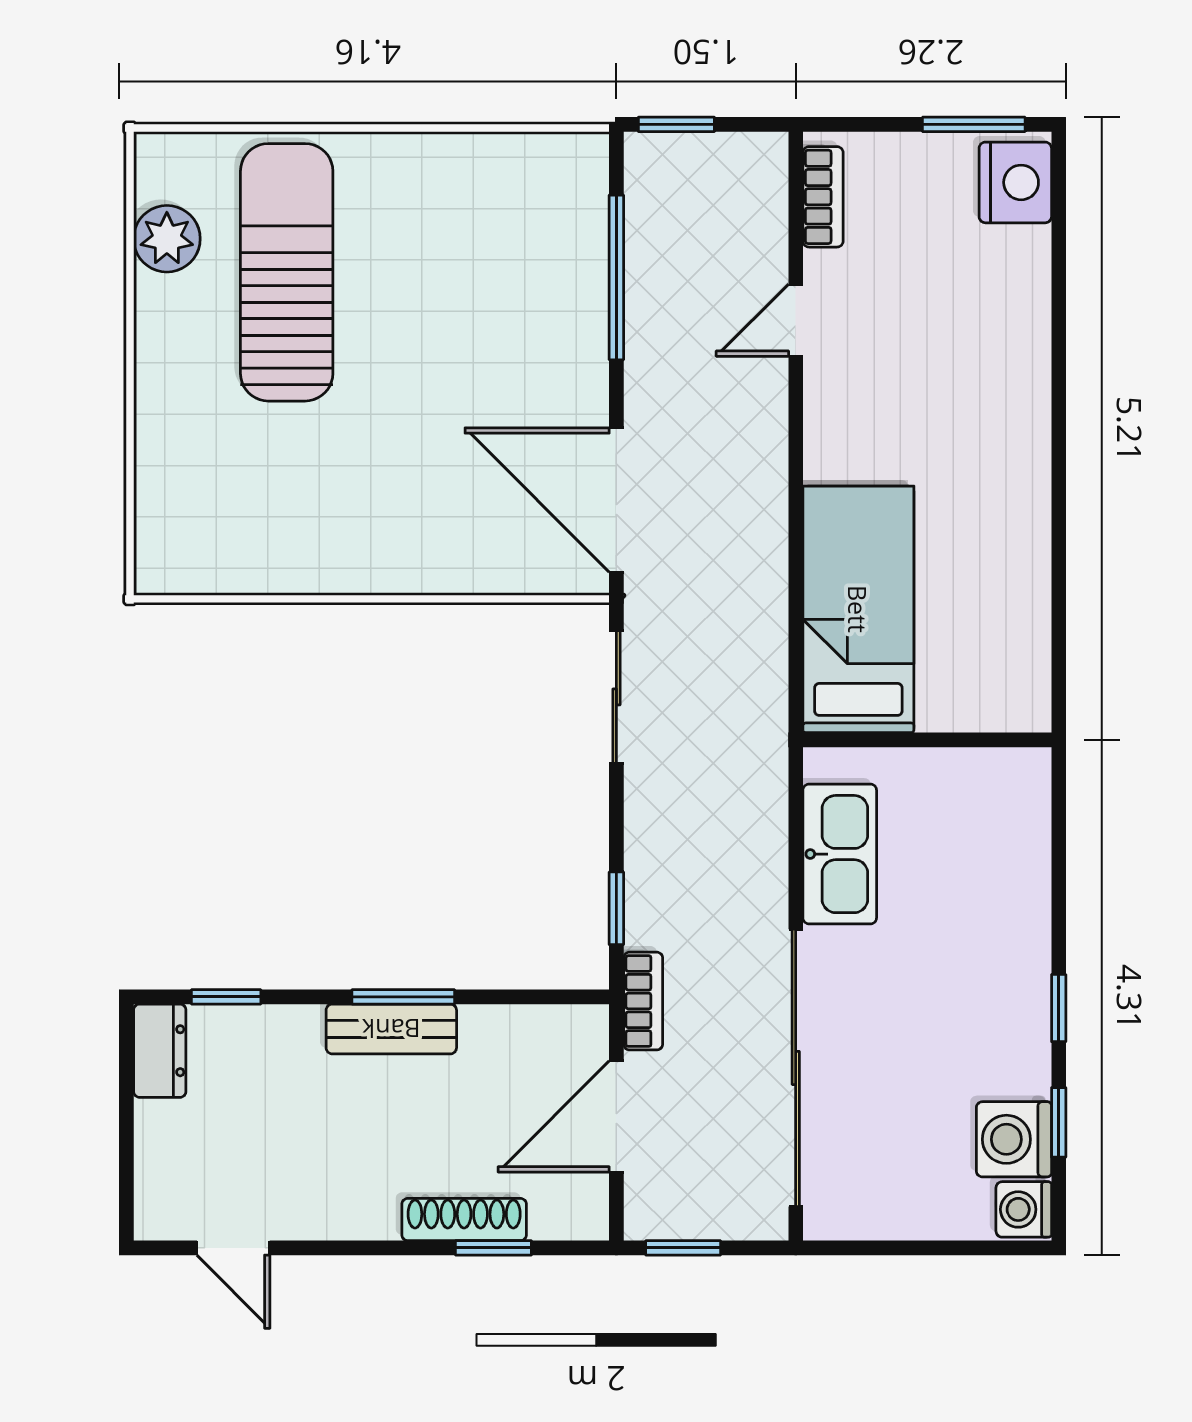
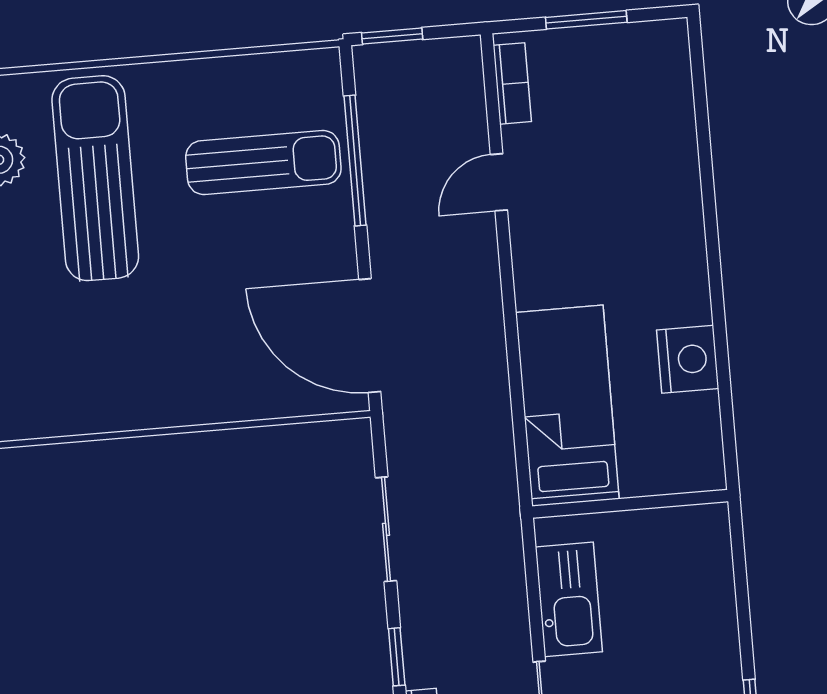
window: (974, 124) -> (586, 20), moved
nightstand: (1015, 182) -> (688, 359), moved
sun lounger: (501, 270) -> (263, 162), added
sliding door: (616, 697) -> (386, 529), moved

